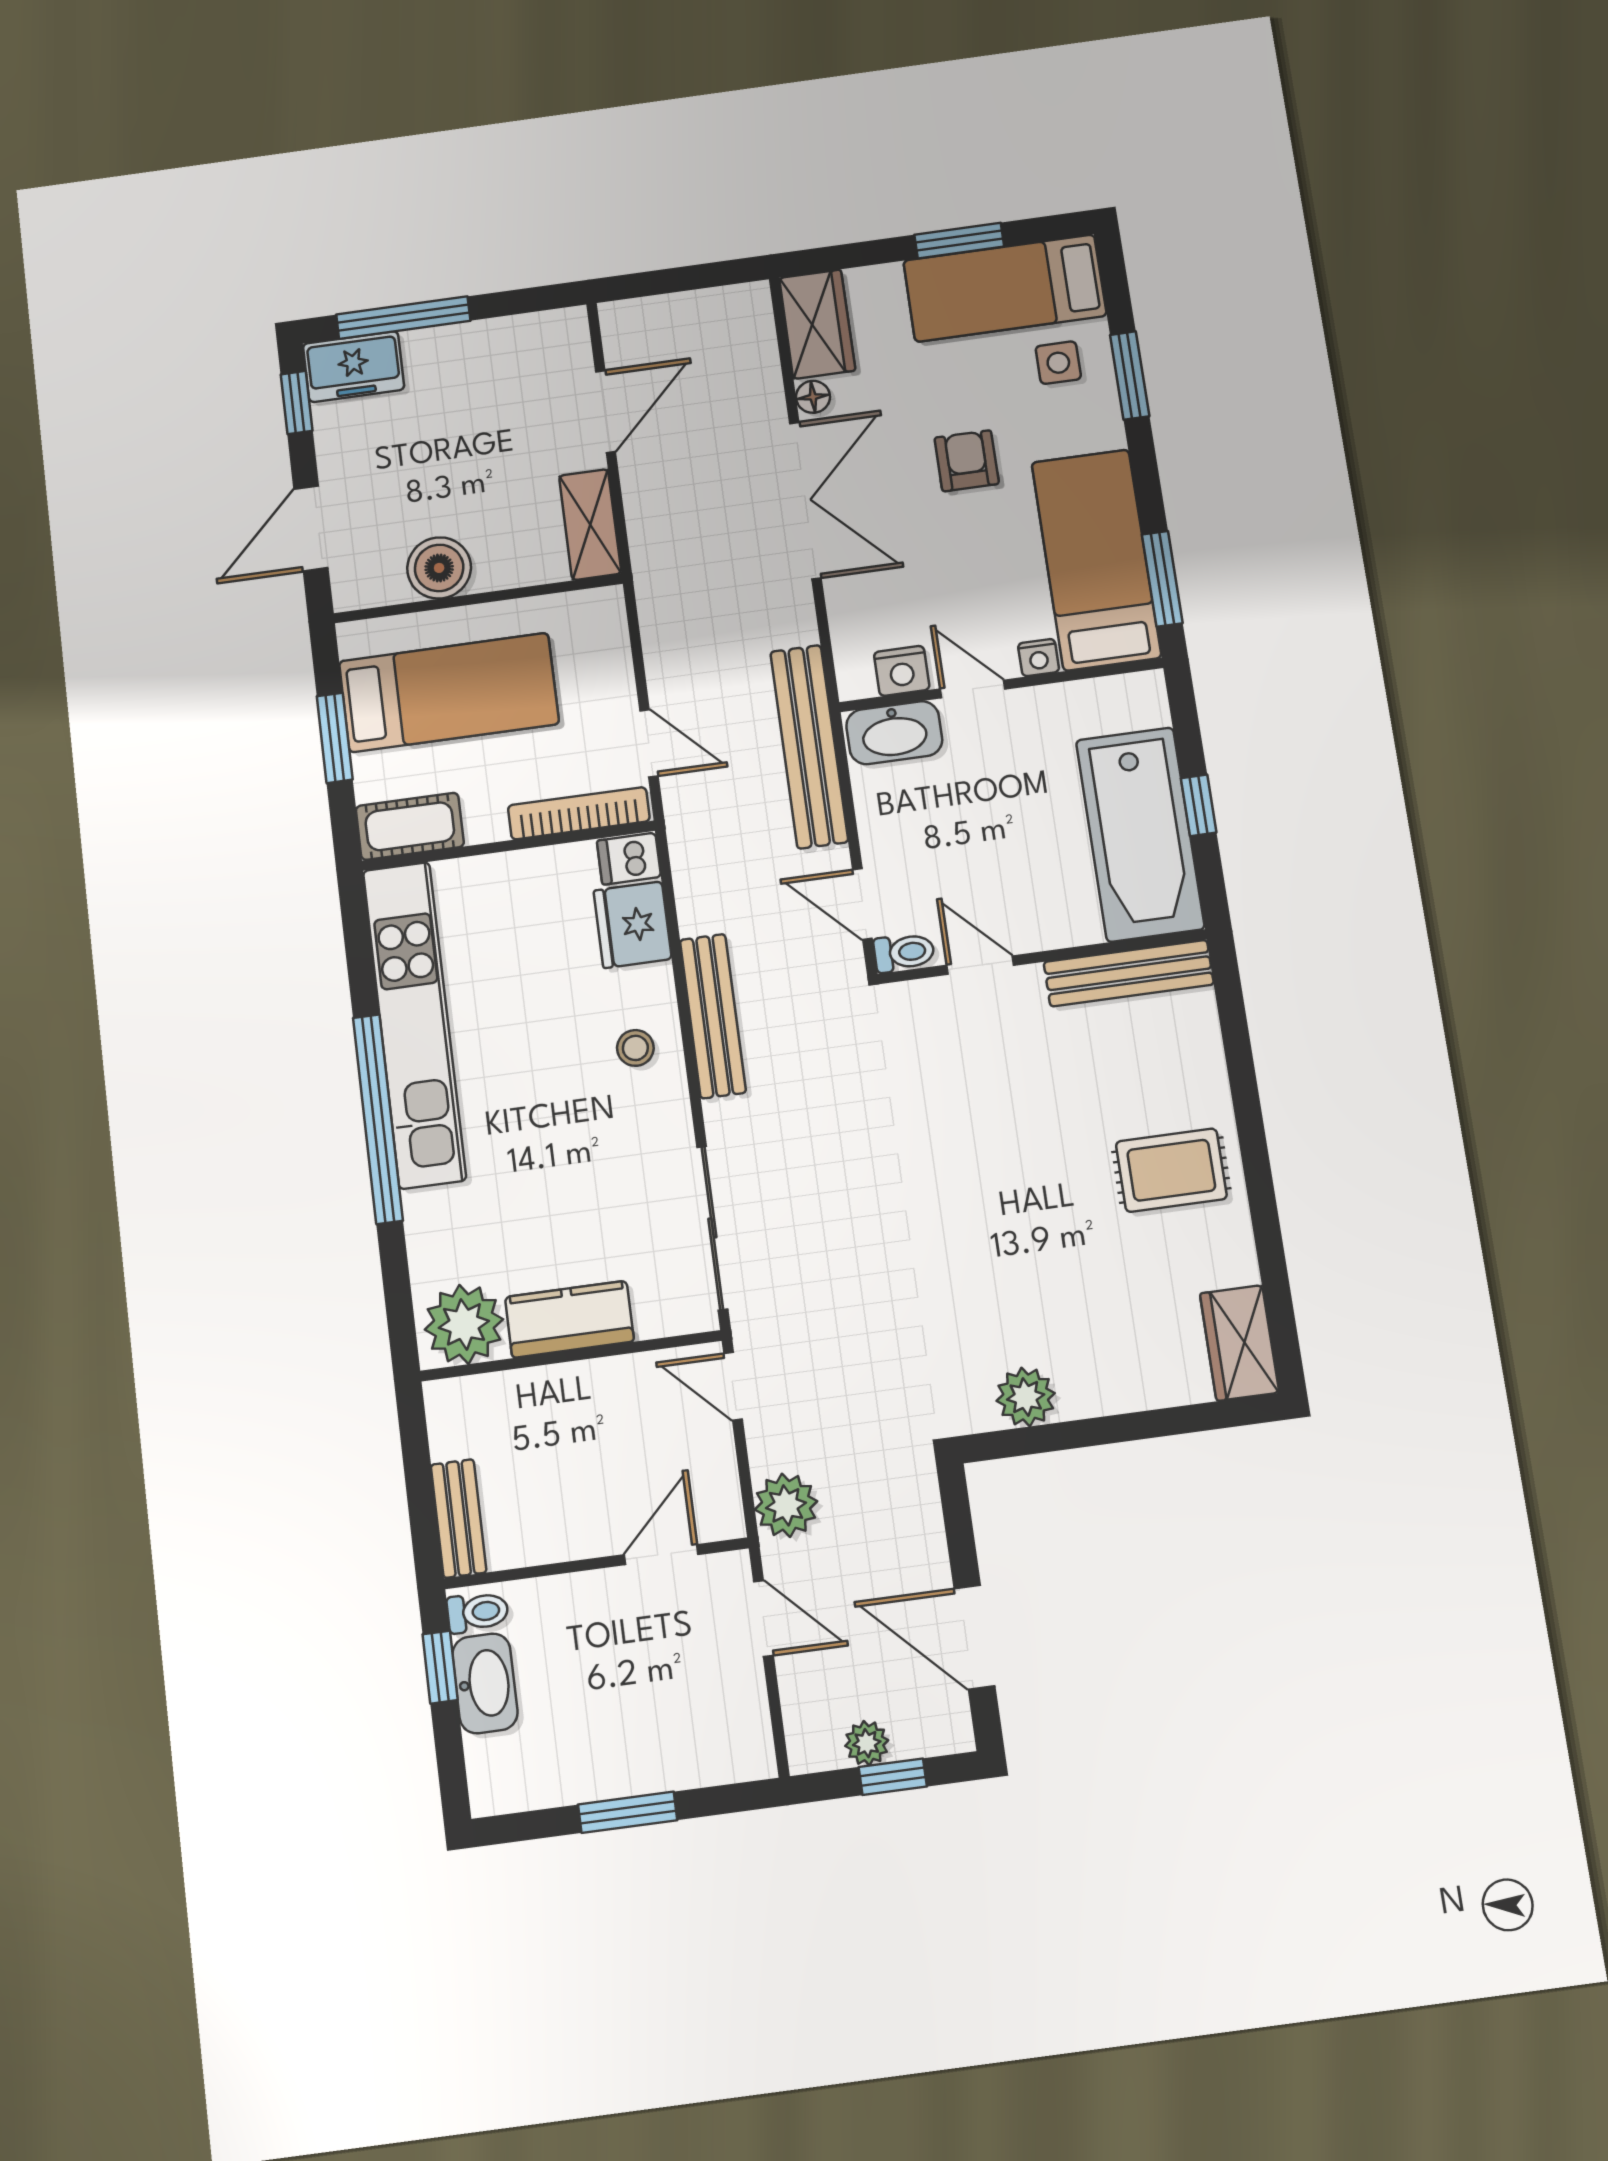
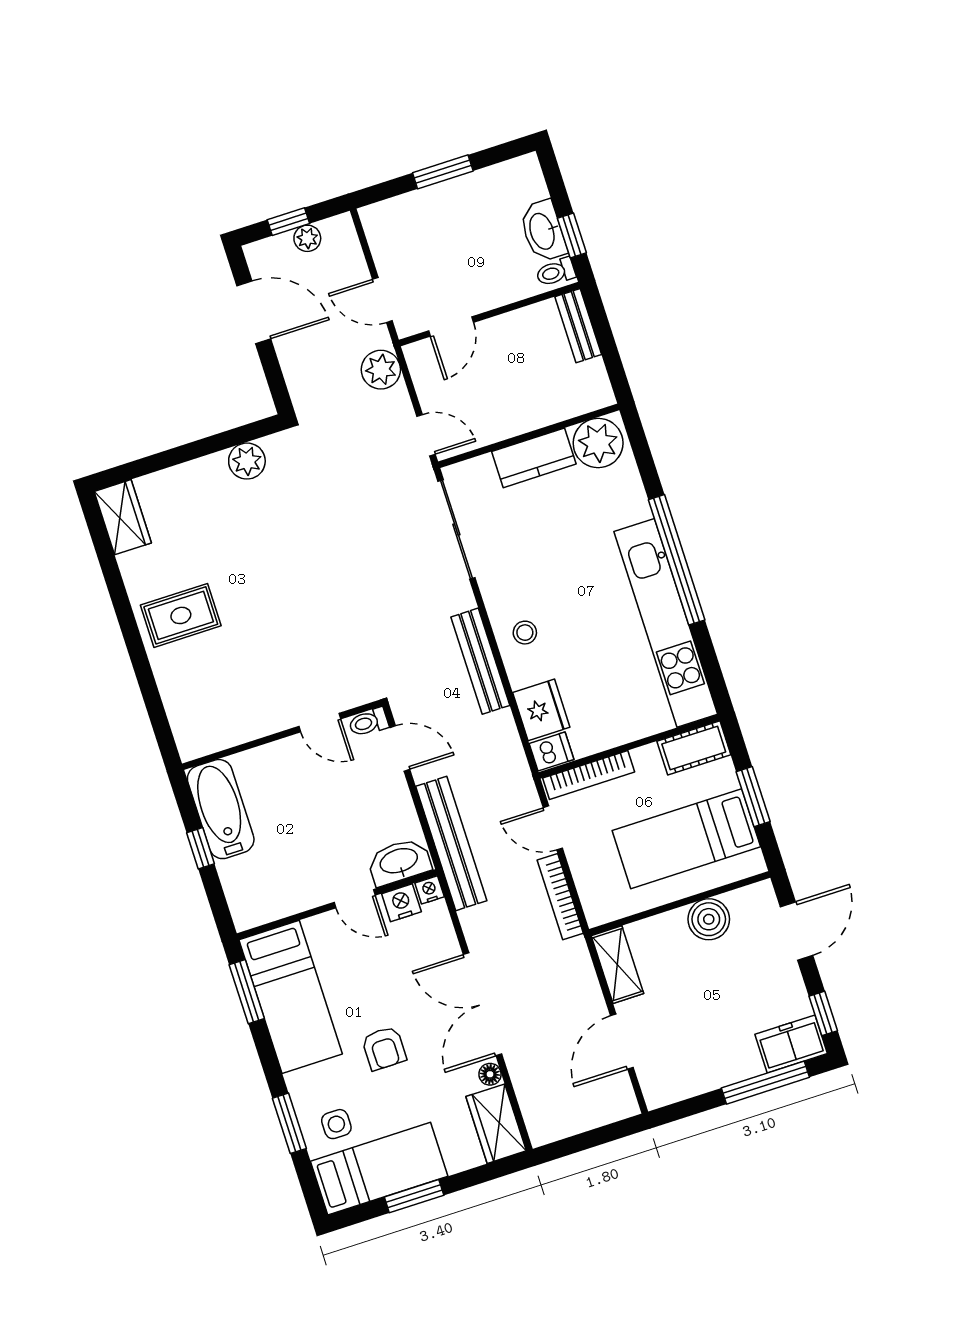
bookcase: (657, 639) -> (560, 897), added
nightstand: (1039, 658) -> (430, 890), moved
bathtub: (1140, 834) -> (221, 809), width x0.73, depth x0.73
bench: (1129, 973) -> (227, 734), removed

